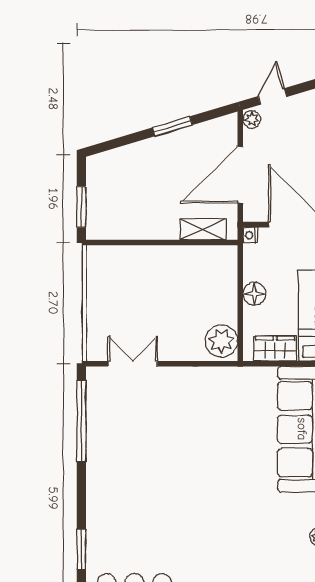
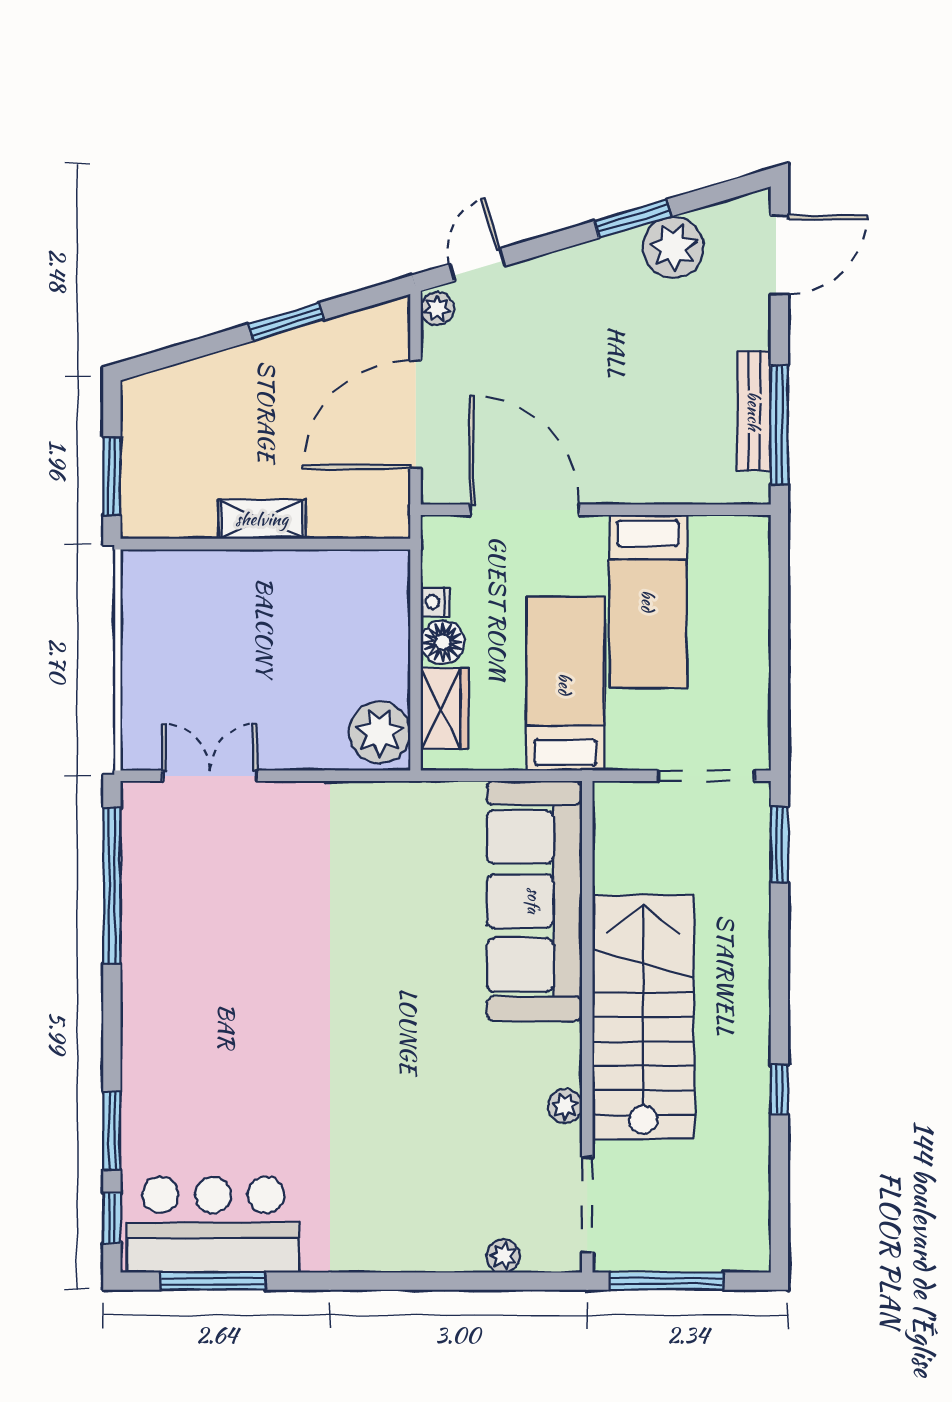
shelving: (203, 229) -> (262, 519), moved
nightstand: (250, 235) -> (435, 602), moved
wardrobe: (275, 349) -> (445, 708), moved, turned 90

